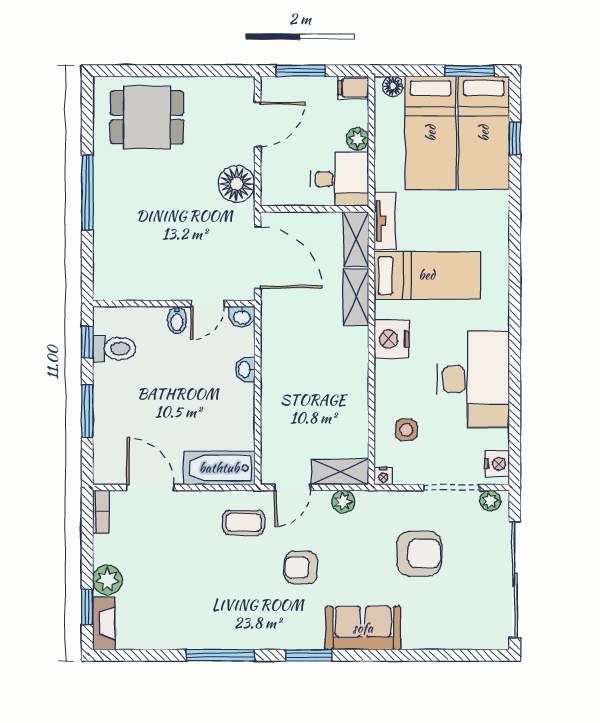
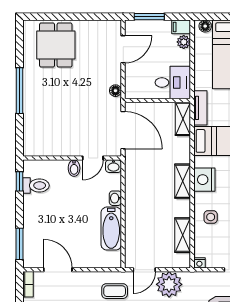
dining table: (147, 117) -> (56, 45), turned 90
plant: (357, 139) -> (184, 42), moved
floor lamp: (236, 184) -> (115, 91), width x0.53, depth x0.53
shelving: (356, 297) -> (183, 181), moved
window: (87, 411) -> (19, 244), moved
side table: (406, 430) -> (211, 217), moved
bathtub: (219, 468) -> (111, 229), moved, turned -90
shelving: (340, 472) -> (183, 235), moved, turned 90
plant: (343, 502) -> (169, 284), width x1.88, depth x1.88

